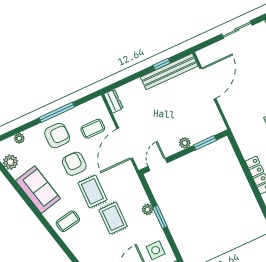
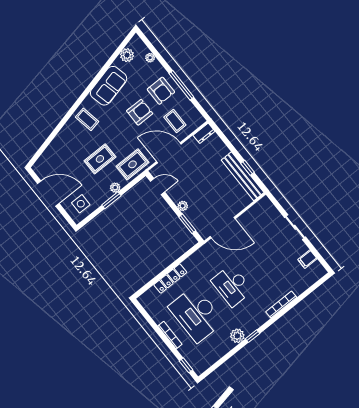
door: (208, 84) -> (223, 228), moved
rug: (92, 191) -> (133, 164), moved

